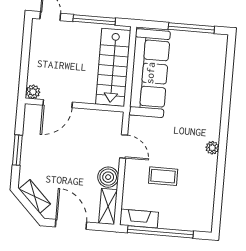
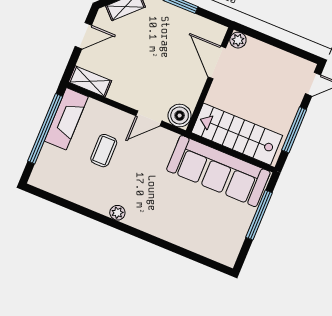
window: (191, 28) -> (259, 215), moved
boiler: (108, 177) -> (180, 116), moved
fireplace: (139, 219) -> (66, 119), width x1.37, depth x1.32
door: (71, 224) -> (83, 36), width x0.73

